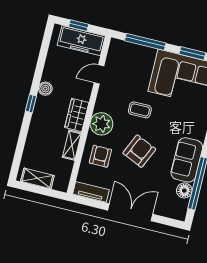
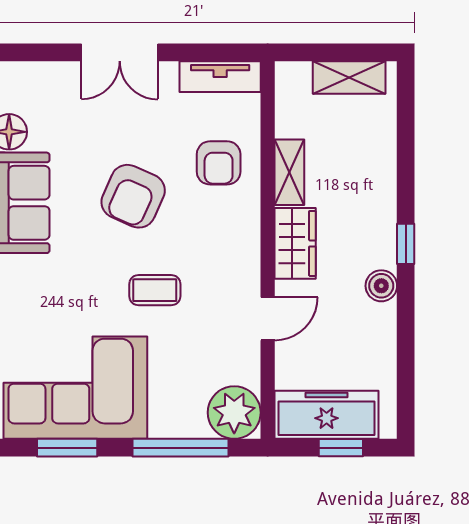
door: (99, 74) -> (268, 319), moved
plant: (101, 124) -> (234, 413), moved
double door: (130, 212) -> (120, 52), width x0.73

